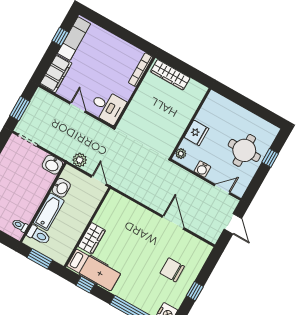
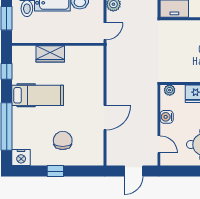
hospital bed: (94, 270) -> (38, 95), moved, turned -90

